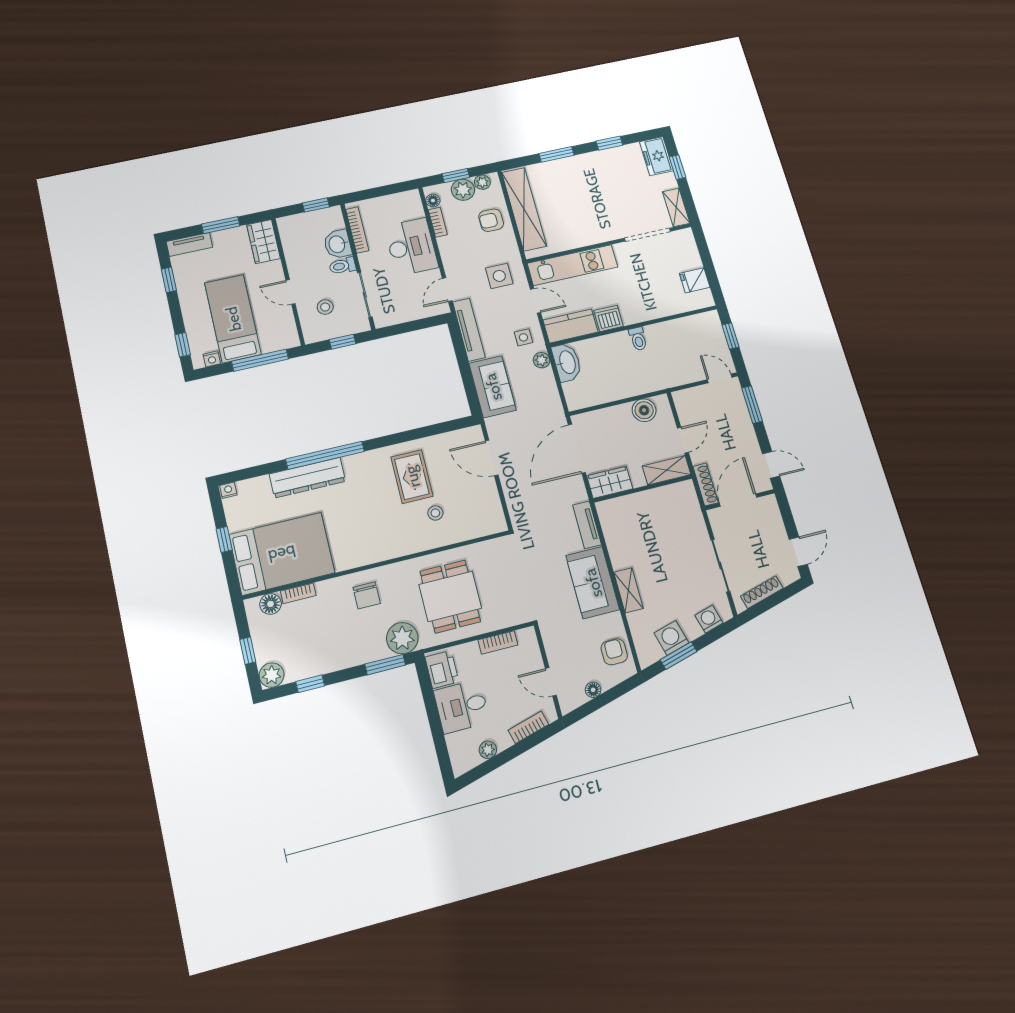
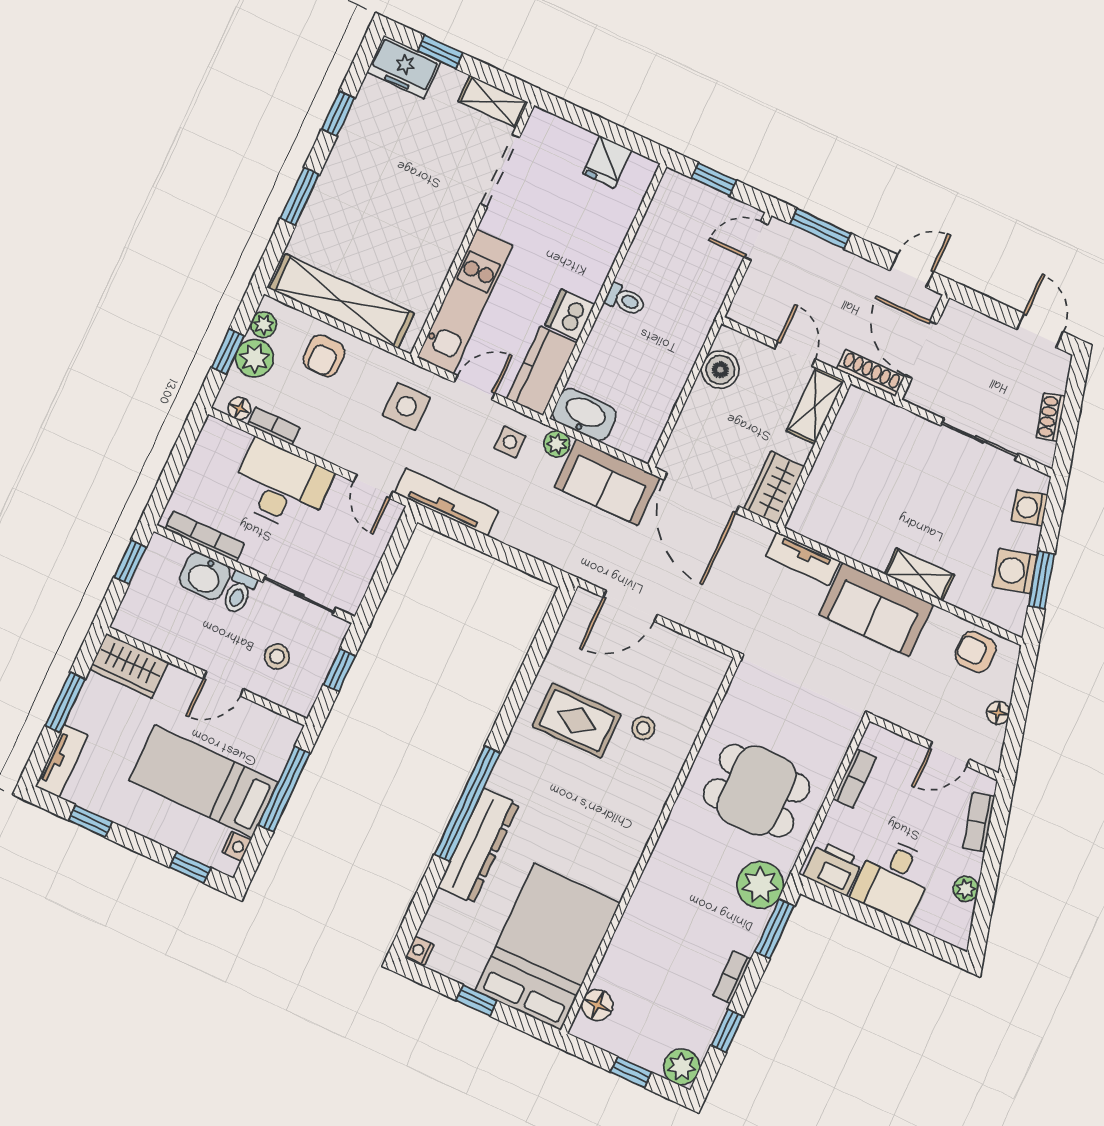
sofa: (493, 387) -> (607, 482), moved, turned 180
shoe rack: (762, 592) -> (1051, 417), width x0.70
bookcase: (298, 593) -> (732, 977), moved, turned 180
chair: (367, 595) -> (677, 887), removed

